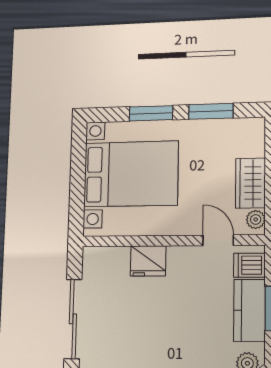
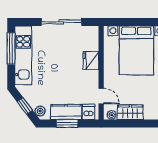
door: (218, 240) -> (101, 96), hinge flipped

